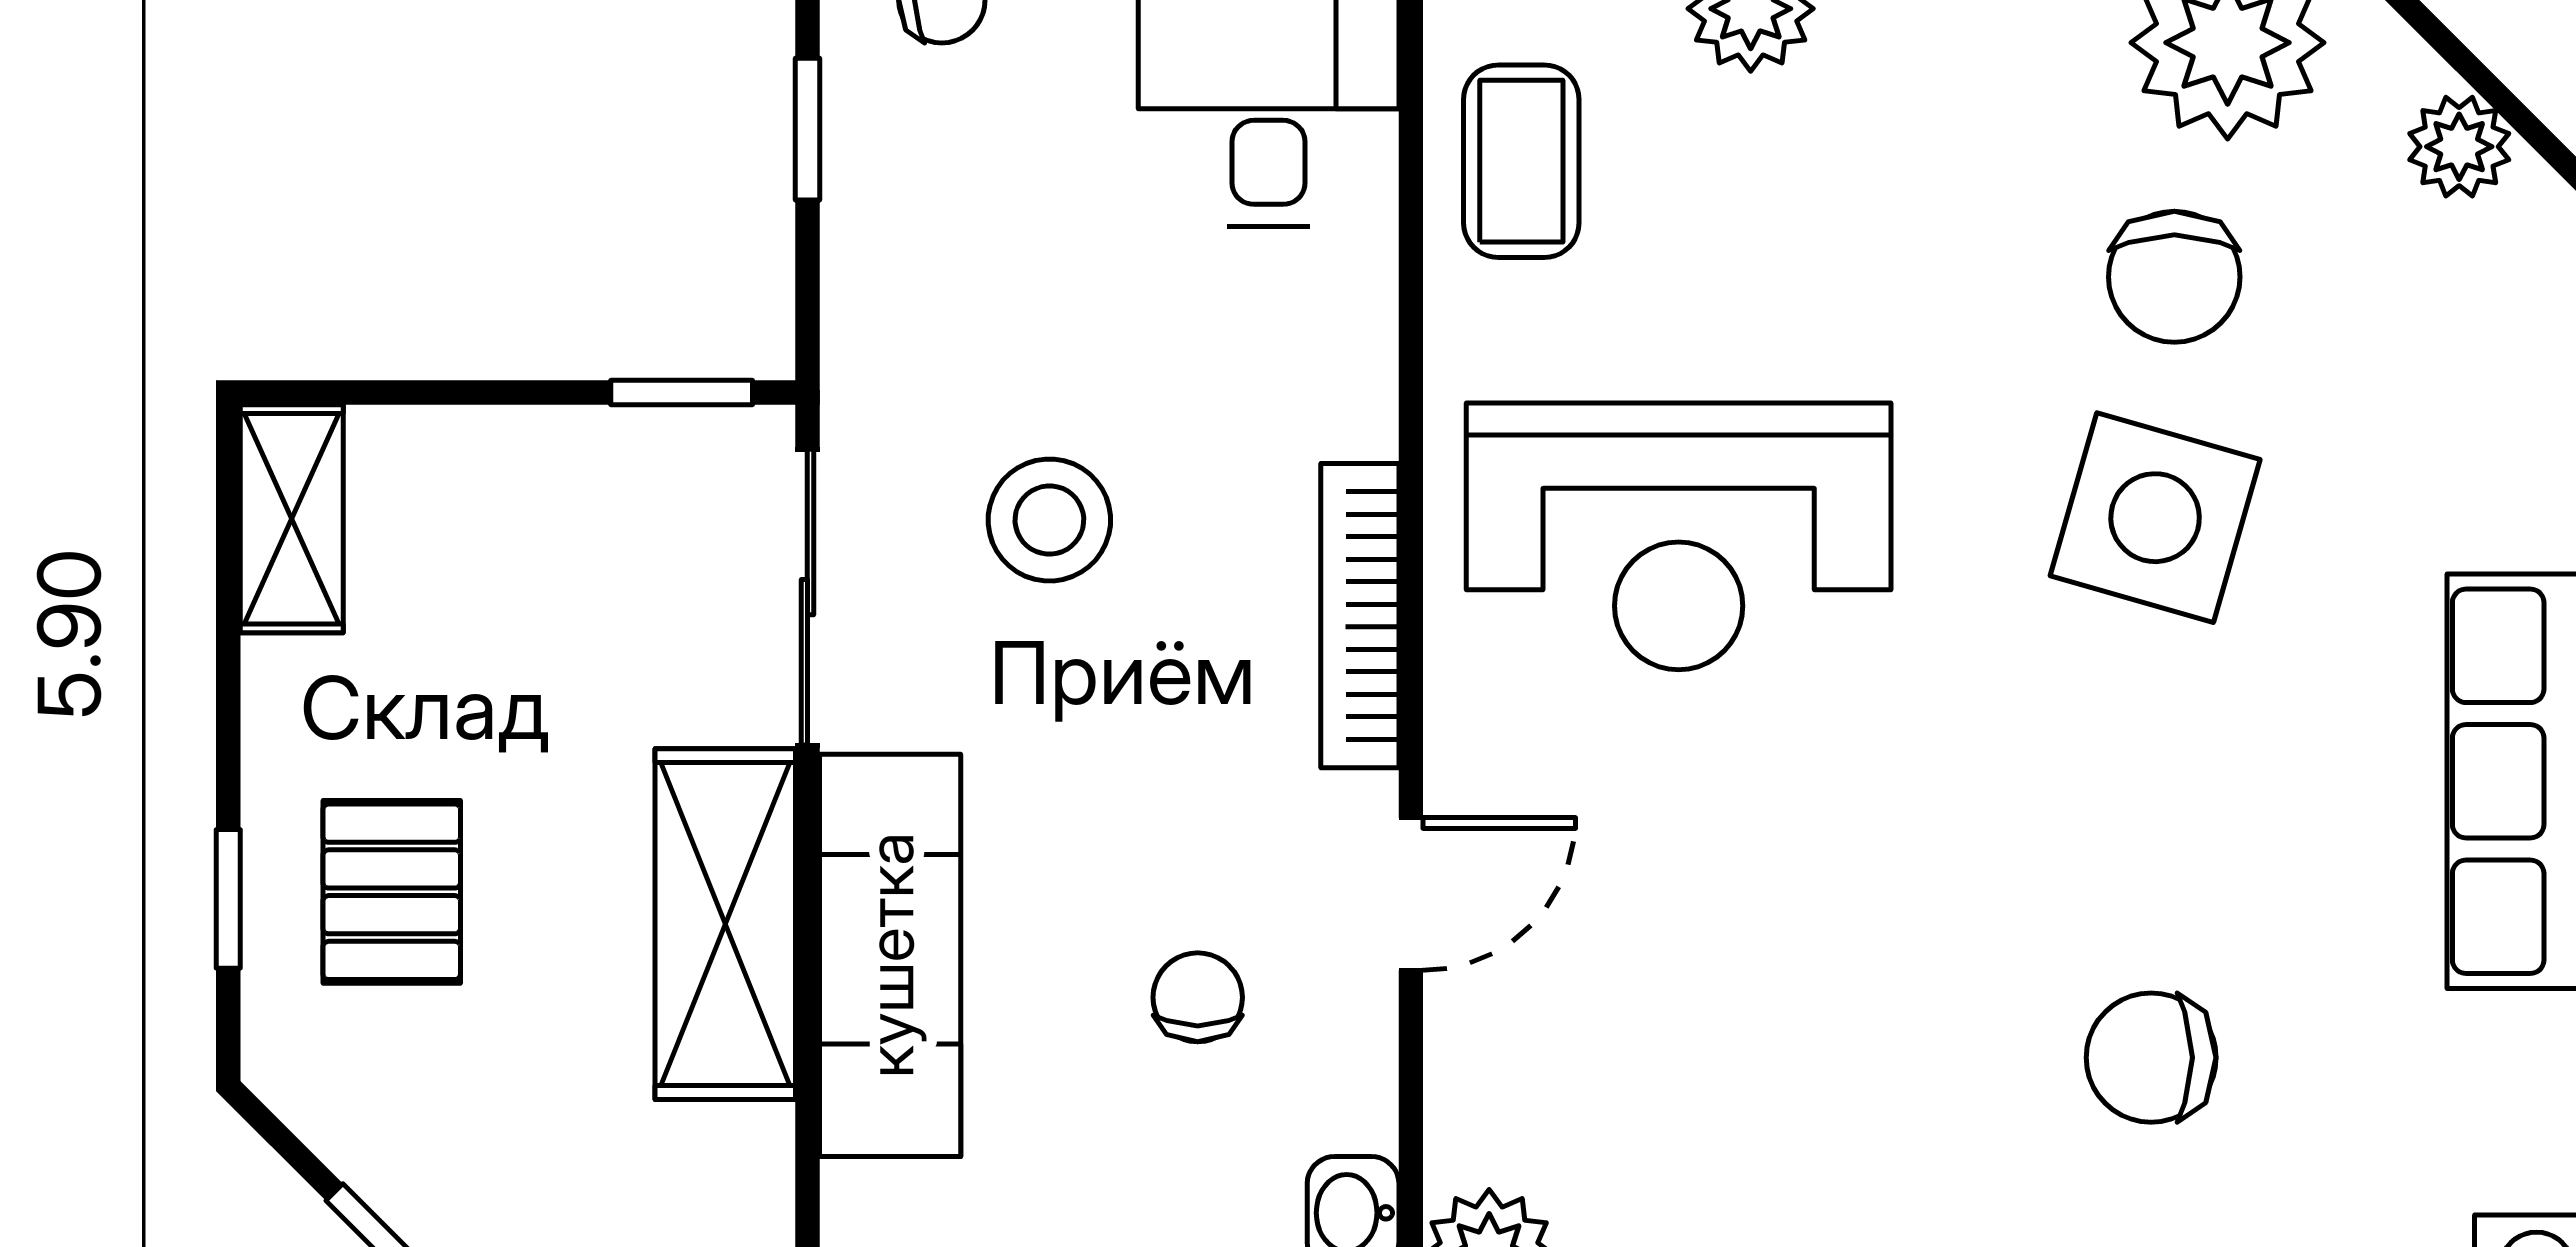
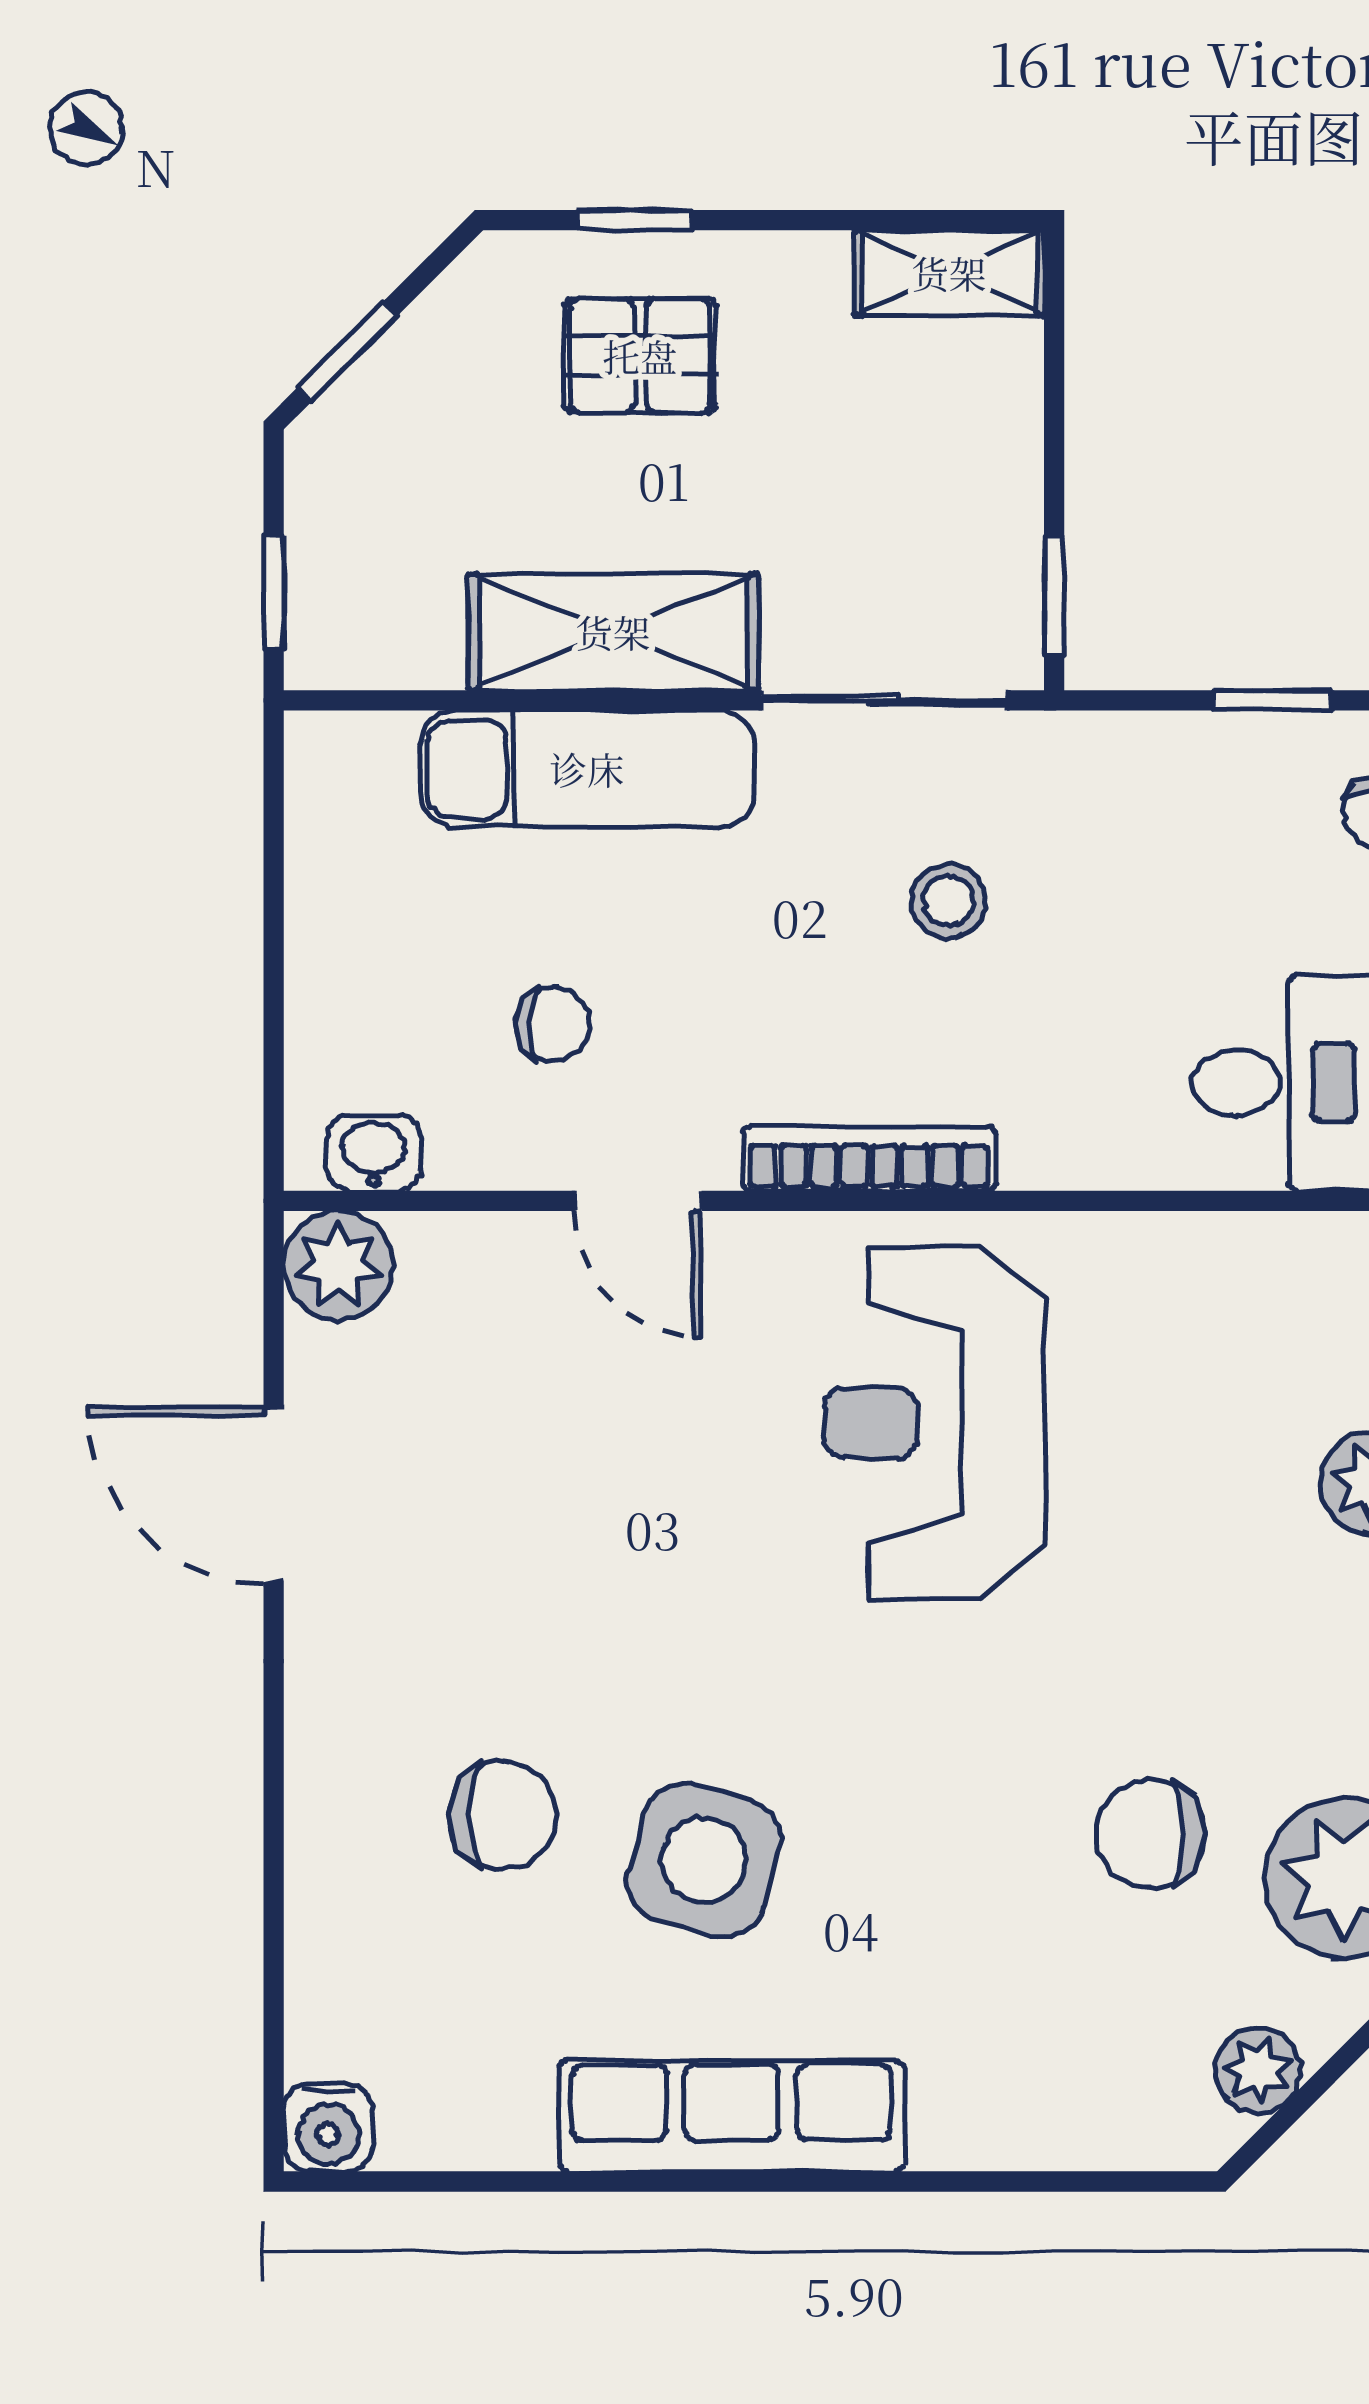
coffee table: (1521, 161) -> (1246, 1292), removed
side table: (2155, 518) -> (704, 1860), moved
stool: (1049, 520) -> (948, 901), width x0.73, depth x0.73
chair: (2151, 1058) -> (503, 1815), turned 90

